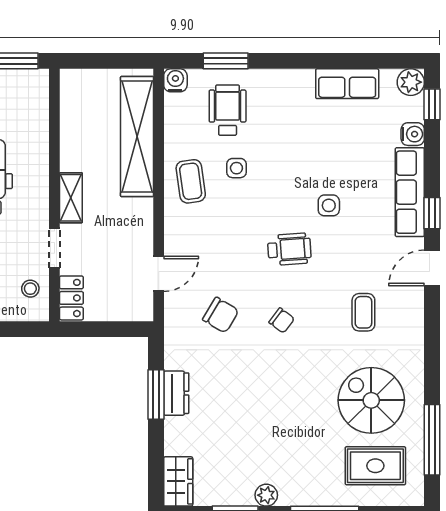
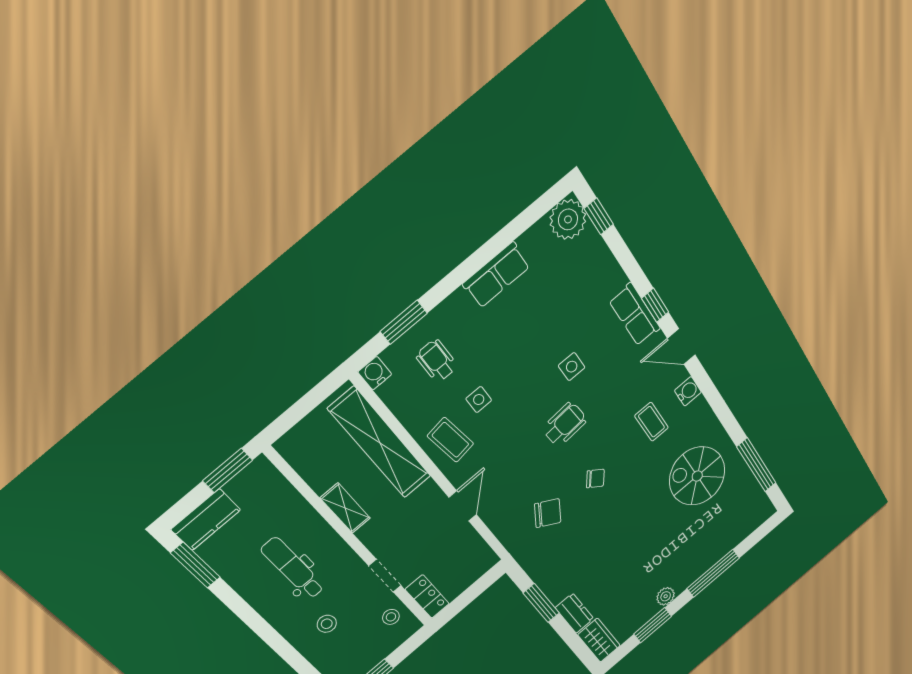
plant: (411, 82) -> (568, 219), width x1.36, depth x1.36
row of seats: (347, 84) -> (497, 275), moved
wheelchair: (228, 110) -> (437, 361), width x0.73, depth x0.73
water cooler: (413, 134) -> (688, 391), moved
row of seats: (410, 192) -> (635, 315), width x0.68
shelving: (71, 198) -> (345, 508), moved
door: (432, 268) -> (681, 347), hinge flipped
door: (159, 274) -> (463, 506), moved
dresser: (176, 393) -> (574, 613), moved
rug: (375, 466) -> (728, 515), removed

